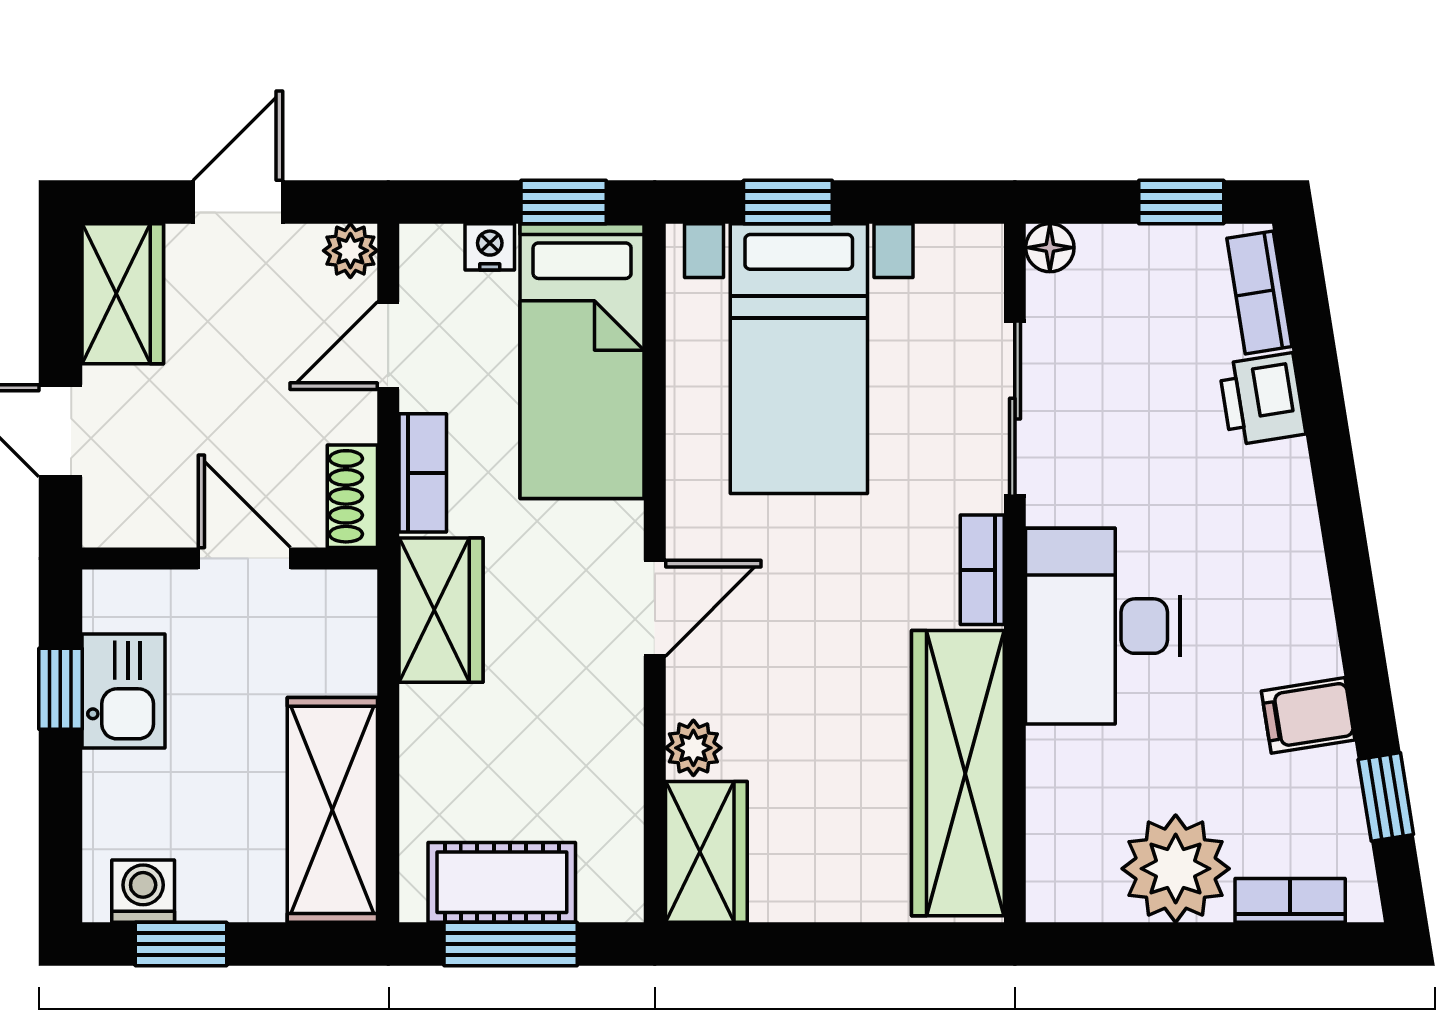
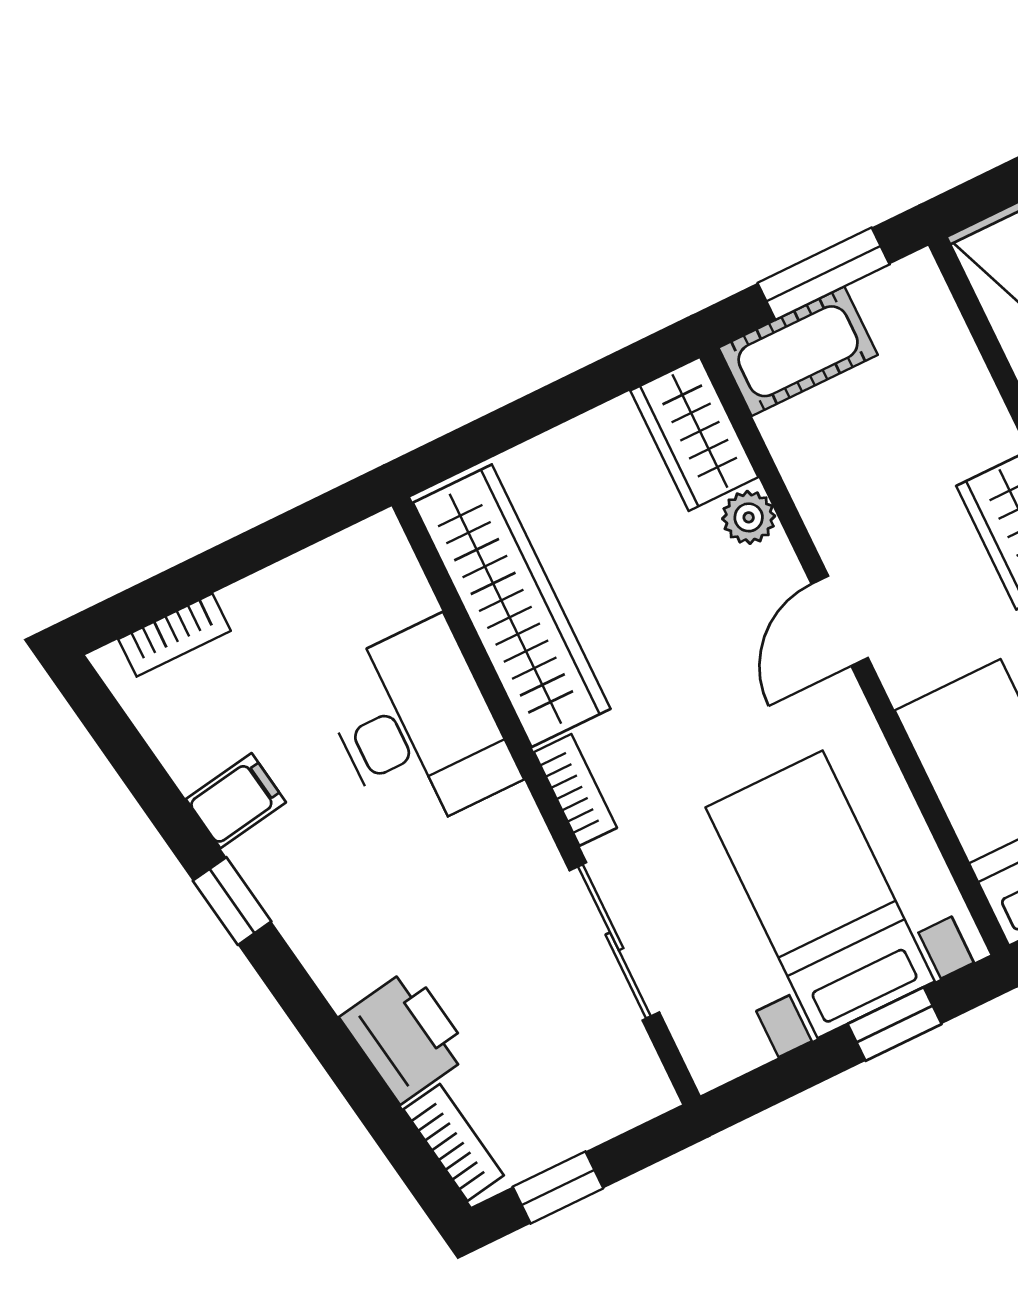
floor lamp: (1050, 248) -> (651, 1094), removed
printer: (1262, 399) -> (406, 1036), width x1.36, depth x1.24
desk: (1103, 626) -> (418, 727), moved
window: (1386, 797) -> (232, 901), moved
plant: (1176, 869) -> (286, 615), removed
cot: (502, 882) -> (798, 351), moved

